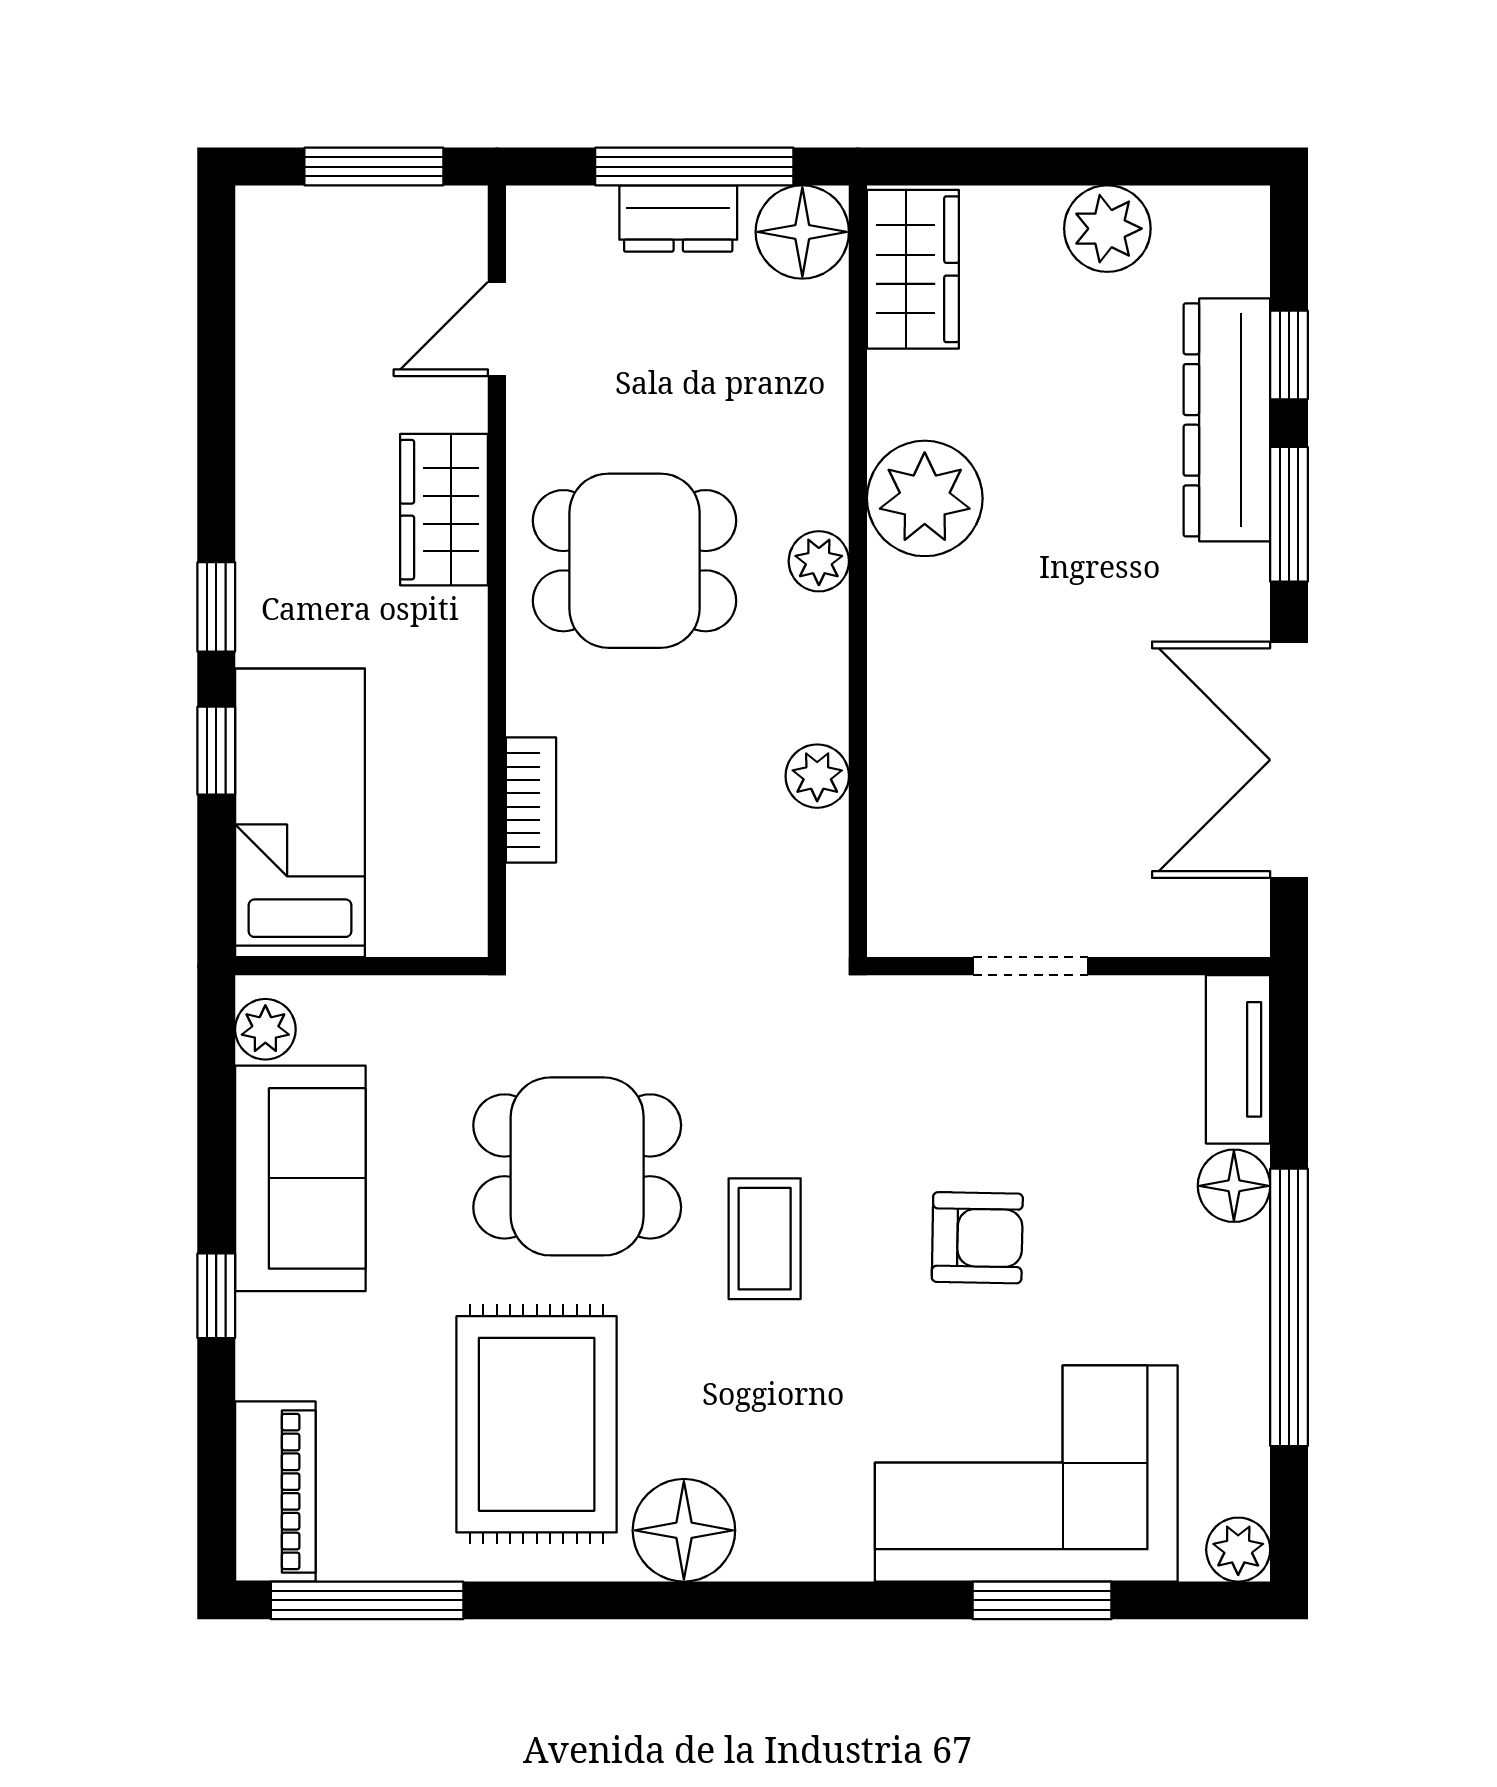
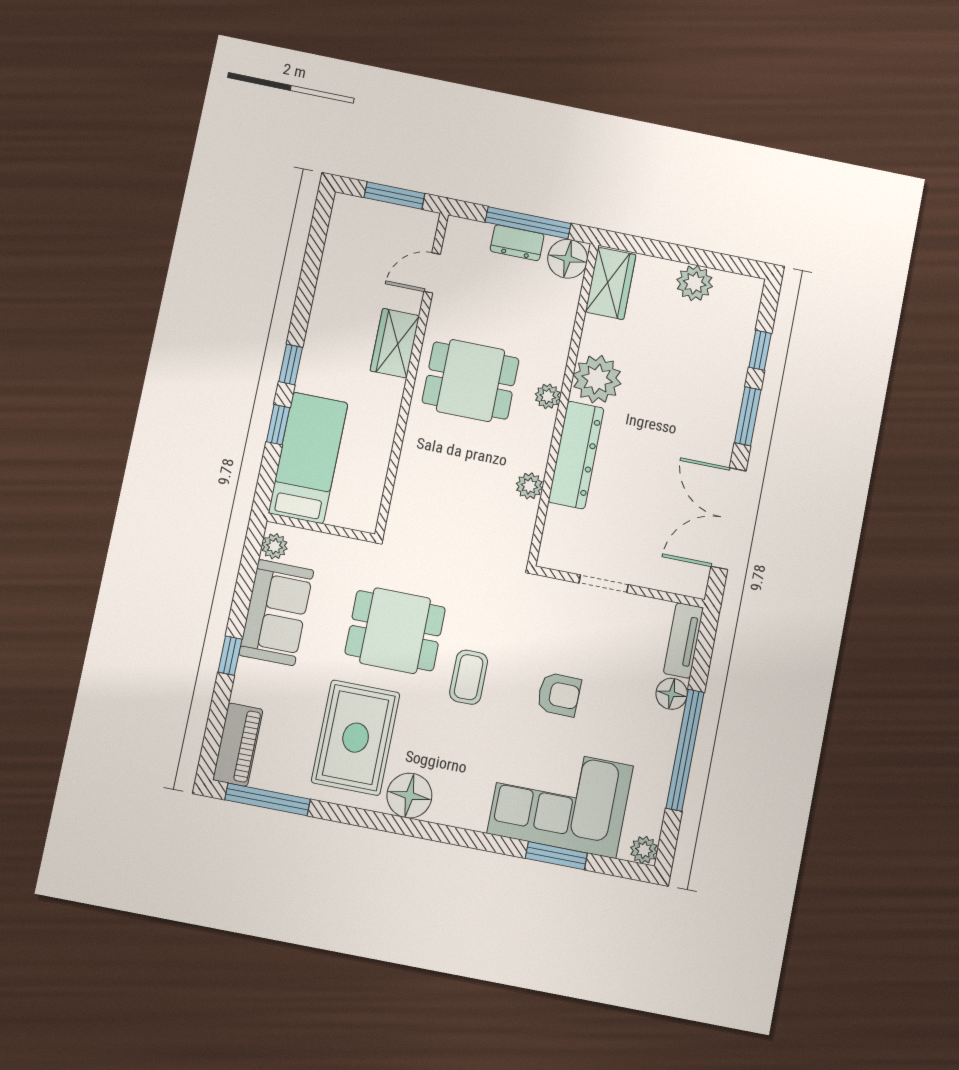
dresser: (1227, 420) -> (576, 455), moved, turned 180
bookcase: (531, 800) -> (407, 472), removed

